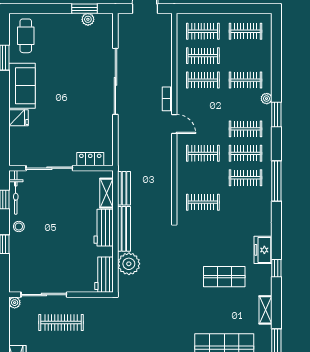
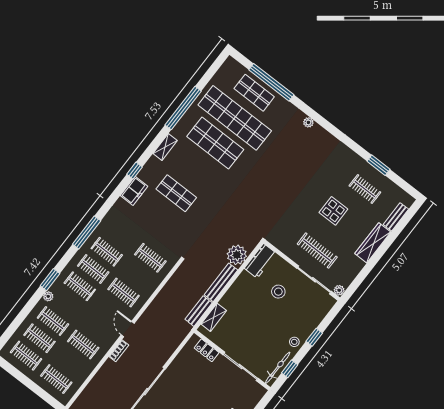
clothes rail: (203, 56) -> (39, 338), moved
workbench: (104, 228) -> (235, 294), removed
stool: (67, 260) -> (278, 292), added

